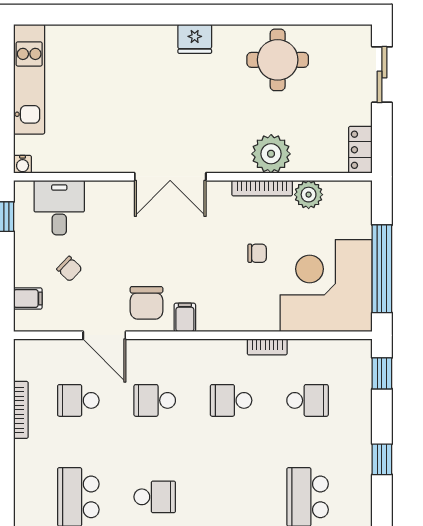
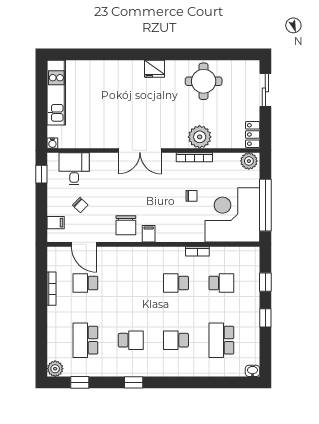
plant: (309, 195) -> (249, 161), moved
door: (104, 335) -> (84, 244), moved
window: (382, 373) -> (265, 282), moved
school desk: (155, 400) -> (176, 340), moved

